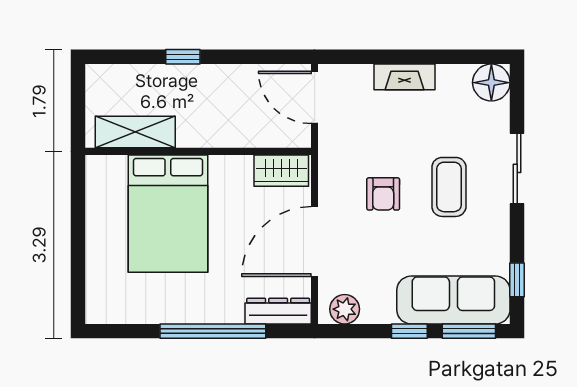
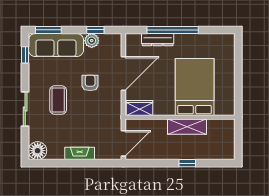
door: (315, 97) -> (123, 143), hinge flipped
shelving: (135, 132) -> (187, 127), moved
armchair: (383, 194) -> (90, 83), moved
plant: (345, 309) -> (92, 41), moved
dresser: (278, 311) -> (158, 40), moved
window: (409, 331) -> (95, 30), moved

